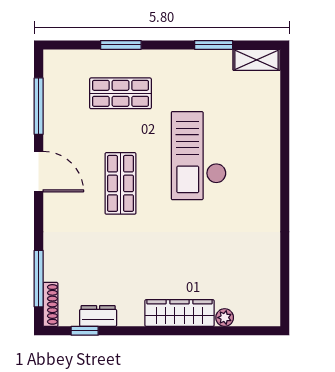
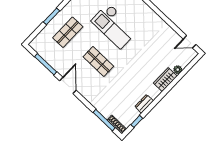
door: (39, 172) -> (68, 85), hinge flipped
door: (285, 295) -> (190, 42), added
wardrobe: (180, 313) -> (165, 80), width x0.67
dresser: (98, 316) -> (144, 104), moved

